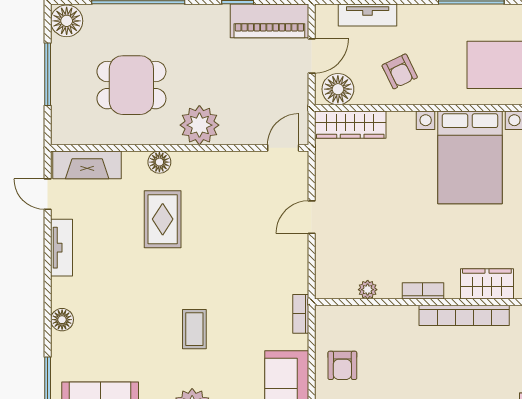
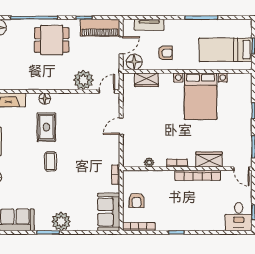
armchair: (400, 71) -> (165, 53), turned -64
dining table: (131, 85) -> (52, 40), moved
plant: (199, 125) -> (83, 80), moved
wardrobe: (350, 125) -> (146, 80), width x0.67
coffee table: (194, 329) -> (51, 161), moved

